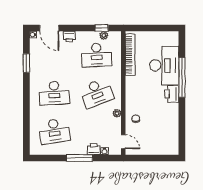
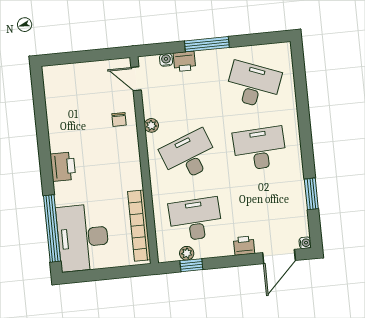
door: (49, 28) -> (279, 256), swing flipped
desk: (164, 65) -> (83, 238), moved
window: (182, 77) -> (52, 228), moved
desk: (54, 131) -> (253, 85), turned 30

